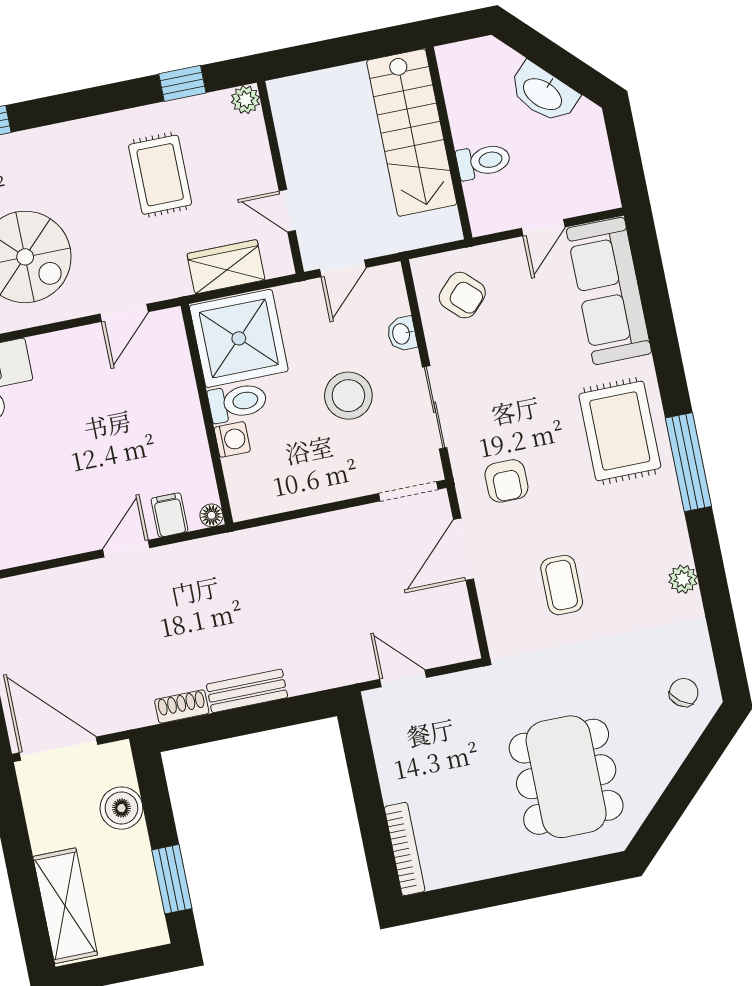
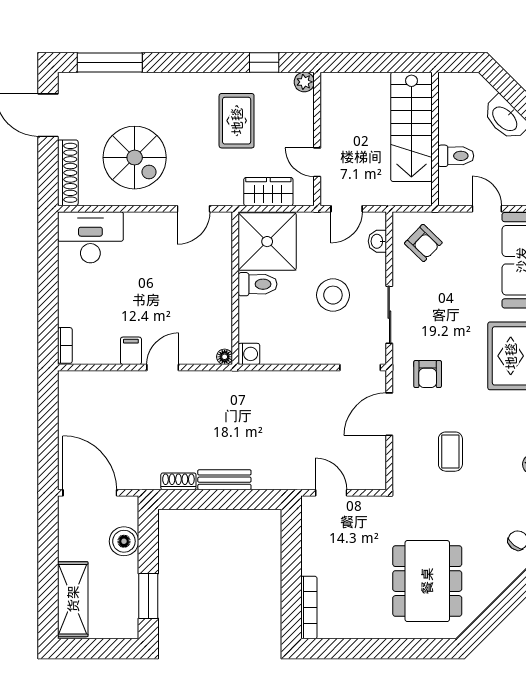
door: (543, 228) -> (487, 209), swing flipped
washbasin: (402, 334) -> (377, 241), moved
washing machine: (232, 439) -> (249, 354), moved
filing cabinet: (169, 515) -> (131, 351), moved

